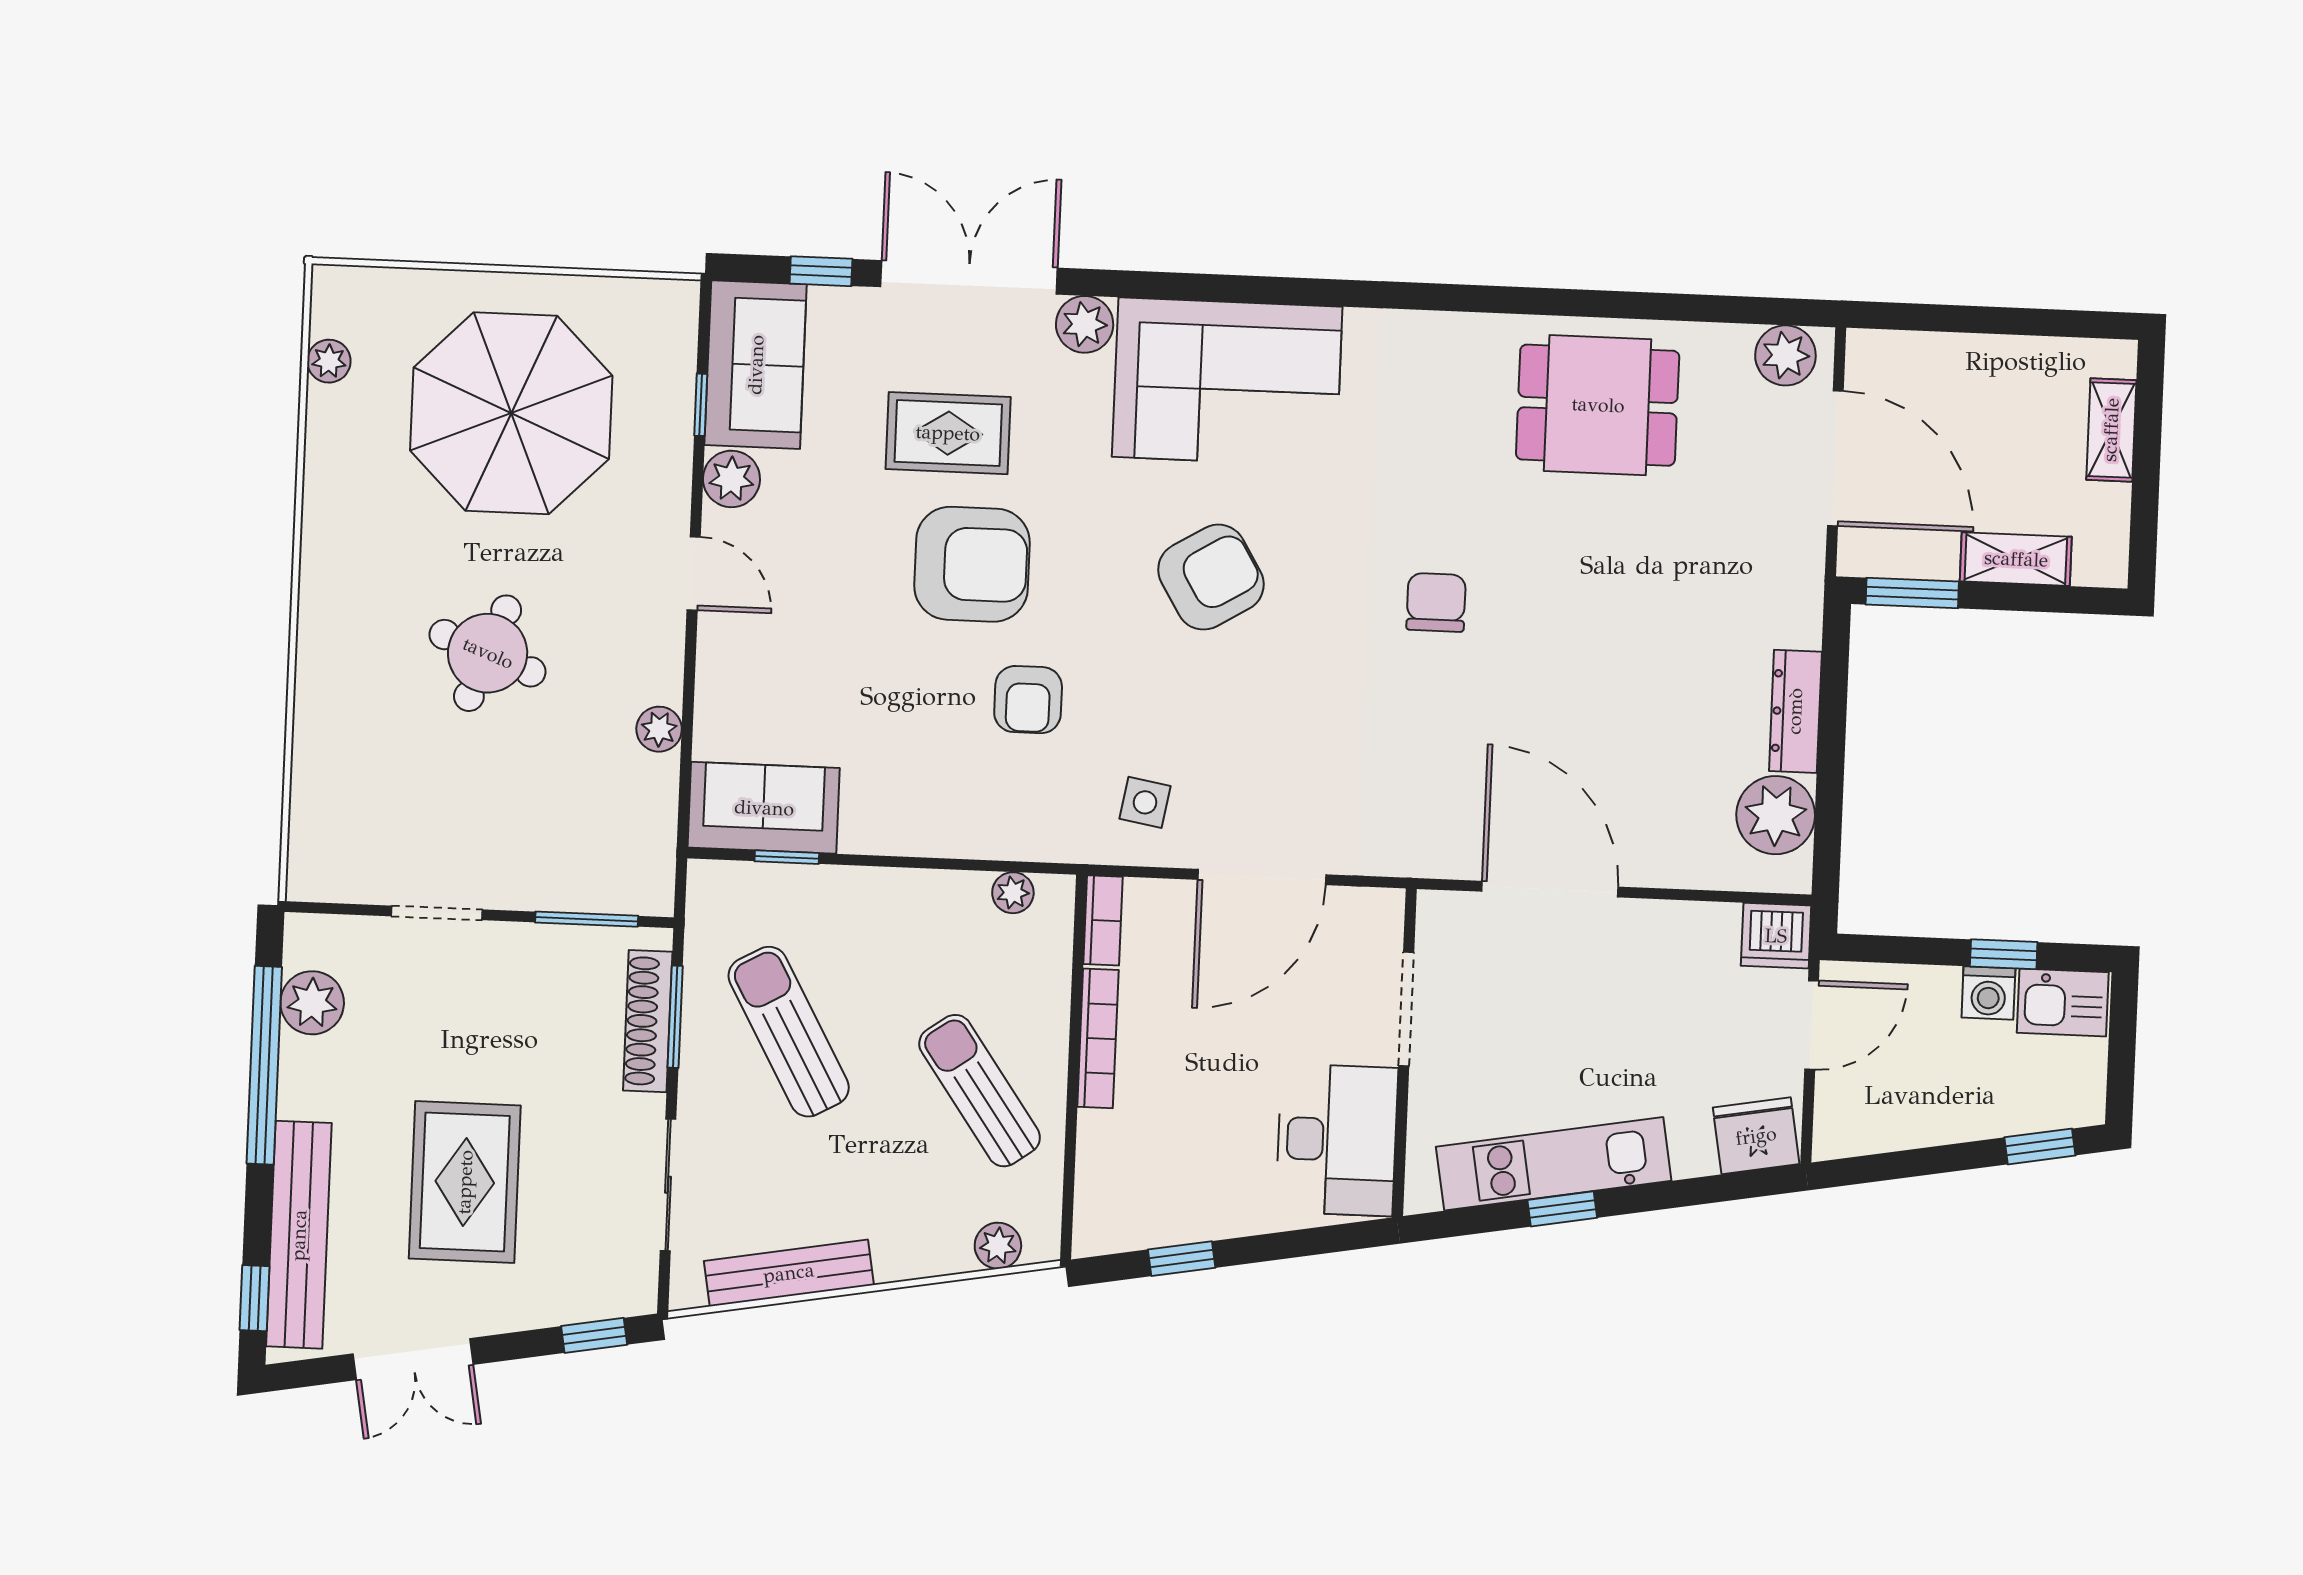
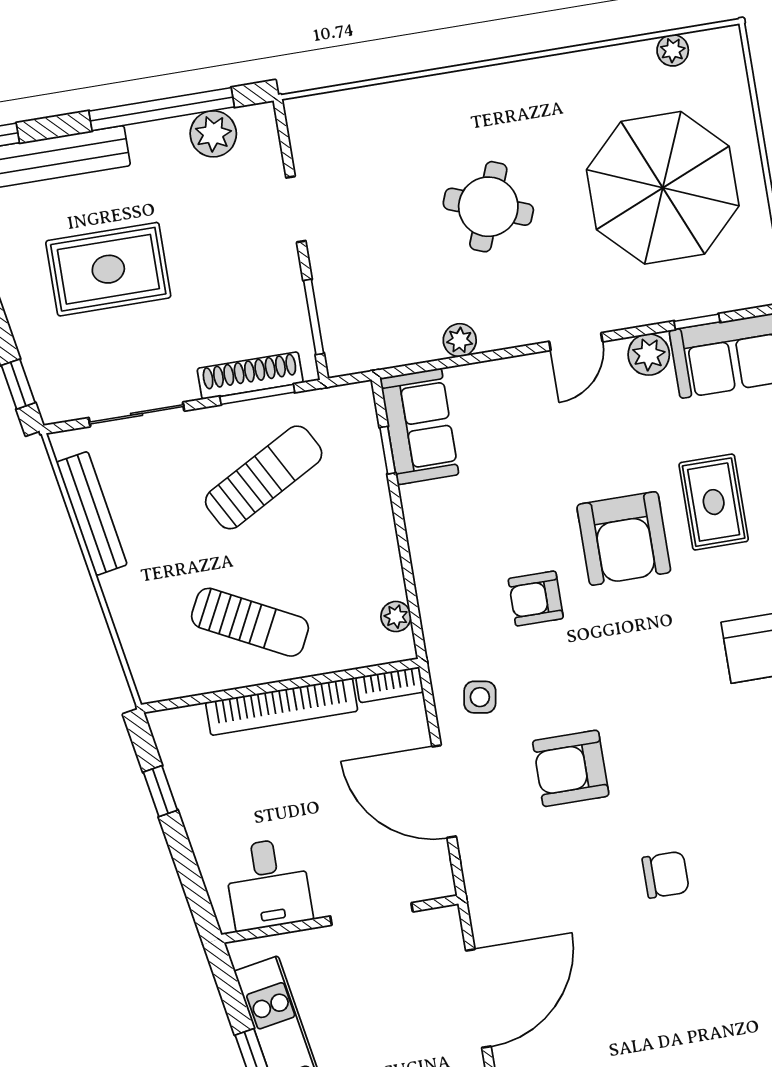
armchair: (1211, 577) -> (571, 768), moved, turned 121
bookcase: (1098, 1038) -> (282, 707), width x1.48, depth x1.31
sun lounger: (980, 1091) -> (250, 622), turned 62
desk: (1337, 1140) -> (268, 884), width x0.73
plant: (998, 1246) -> (142, 658), removed

